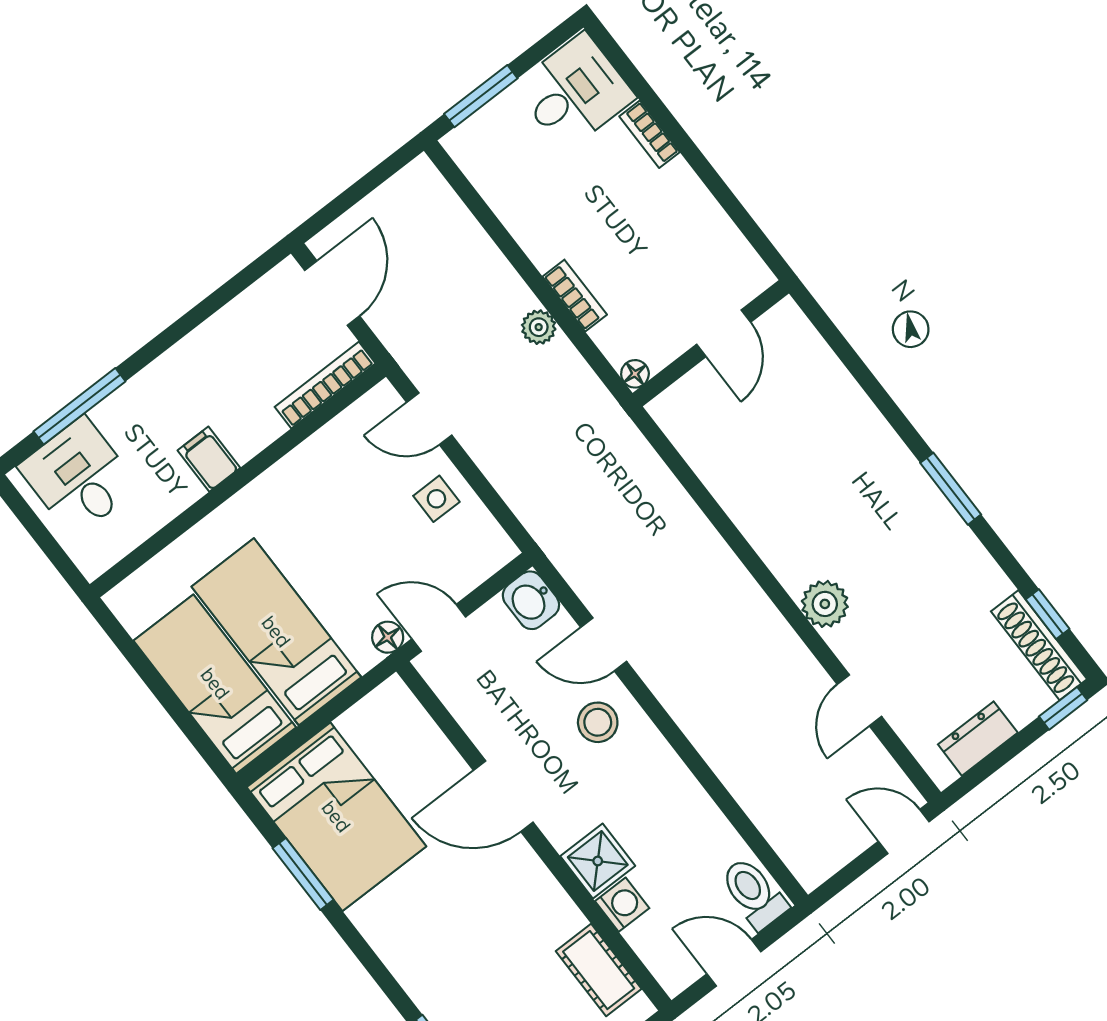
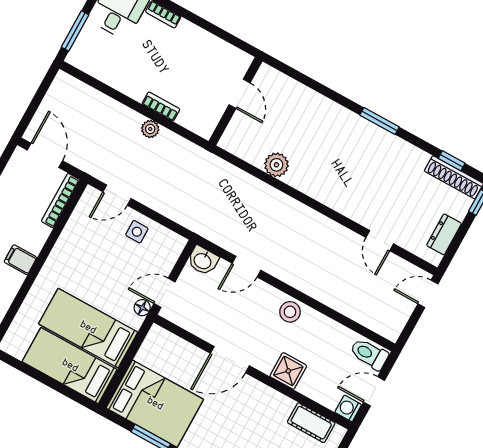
floor lamp: (635, 374) -> (206, 131), removed
plant: (825, 604) -> (276, 165), moved
stool: (598, 722) -> (290, 312), moved
washing machine: (622, 905) -> (348, 408), moved, turned -90

